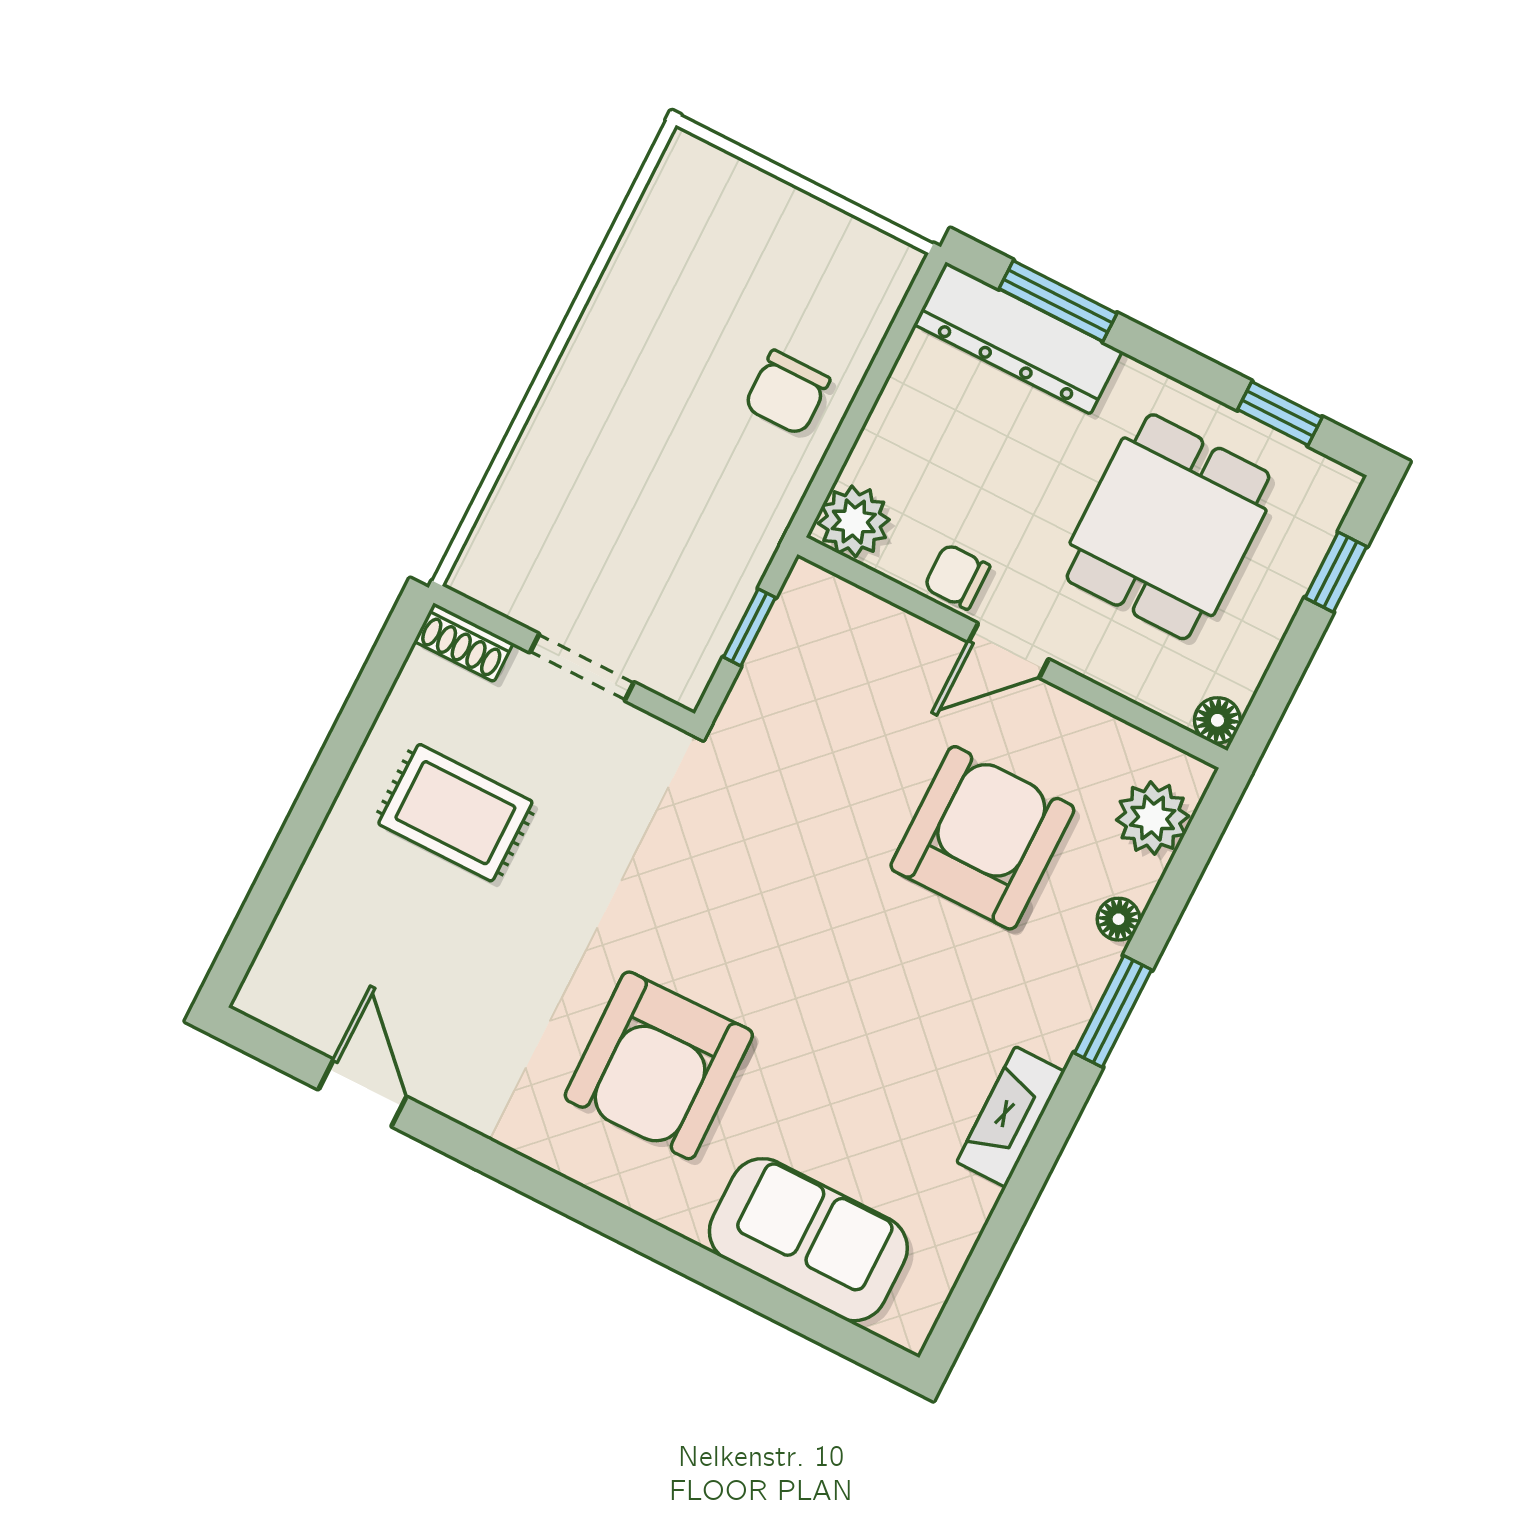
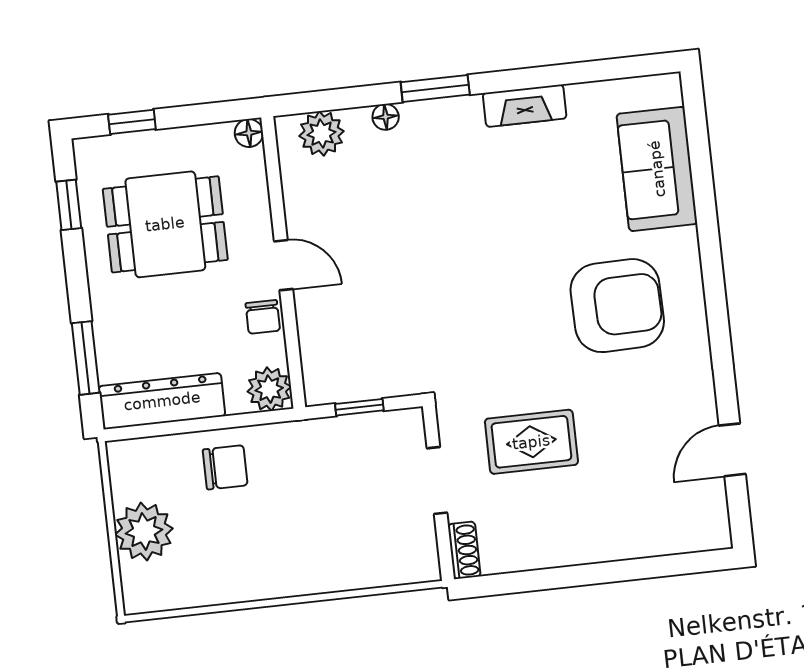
plant: (772, 226) -> (144, 532), added
dresser: (1018, 338) -> (162, 401), moved, turned -90
rug: (455, 813) -> (531, 442), moved, turned 90
armchair: (982, 838) -> (390, 215), removed

